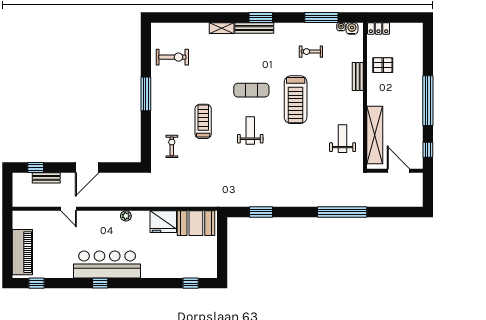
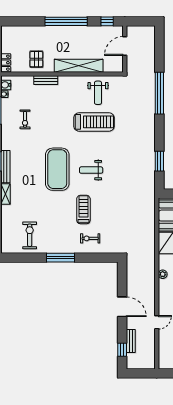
exercise mat: (251, 90) -> (57, 169), width x2.00, depth x1.45
treadmill: (296, 100) -> (94, 122), moved
treadmill: (203, 121) -> (83, 210), turned 90
shelving: (375, 135) -> (79, 66), moved
weight bench: (343, 139) -> (98, 93), turned -90
exercise bike: (172, 146) -> (90, 238), moved

